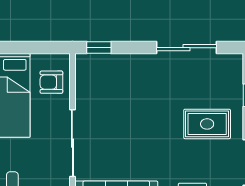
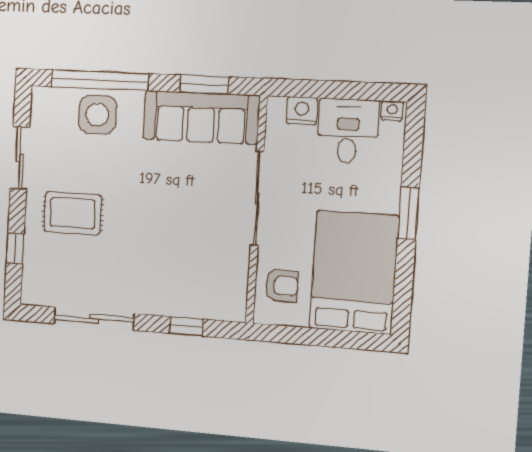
window: (99, 48) -> (186, 326), moved

